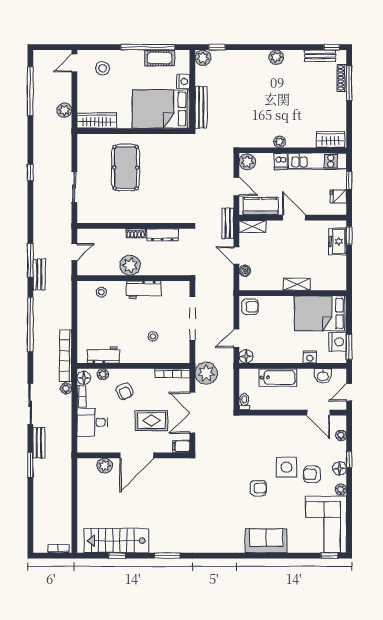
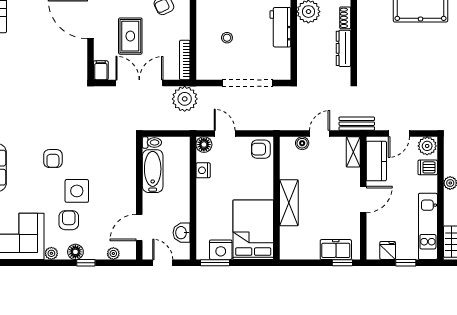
dishwasher: (281, 161) -> (428, 167), moved
shelving: (297, 284) -> (289, 203), width x1.50, depth x1.33
armchair: (250, 307) -> (261, 149), turned 90
nightstand: (310, 357) -> (203, 170), moved
bathtub: (278, 378) -> (153, 171), moved, turned 180

